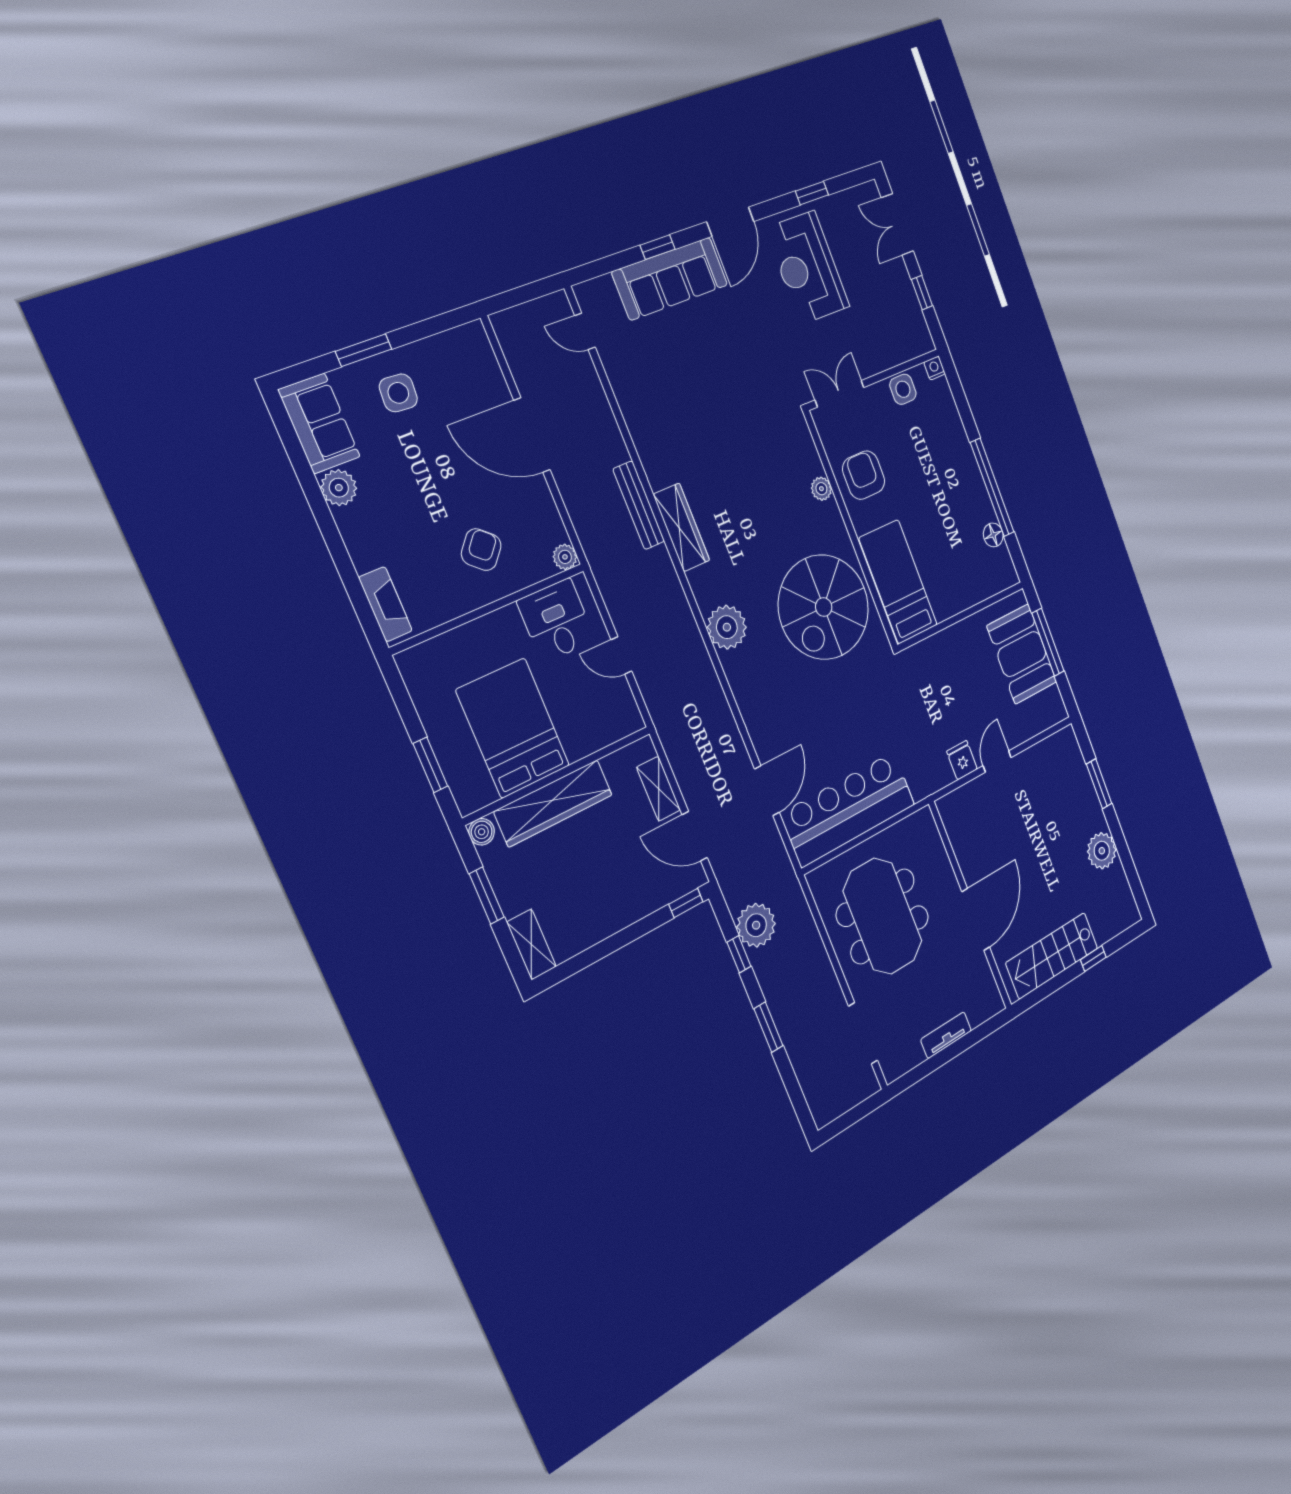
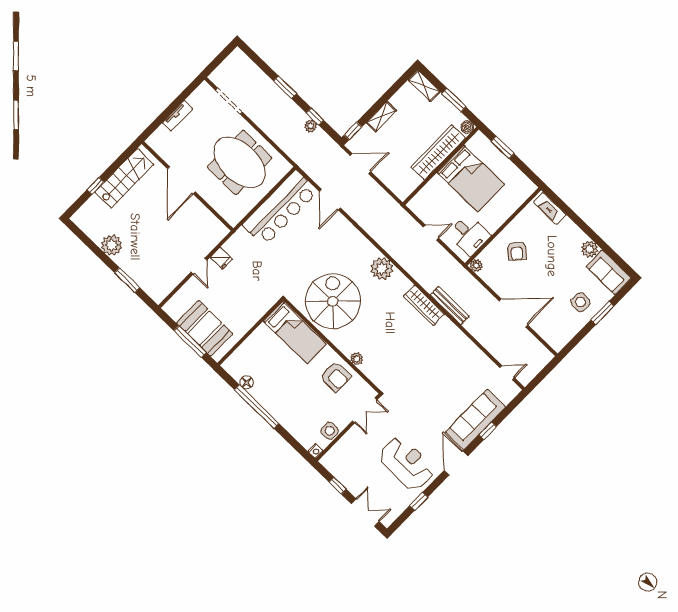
shelving: (659, 789) -> (382, 116), moved, turned 90
plant: (756, 925) -> (311, 126), width x0.53, depth x0.53

